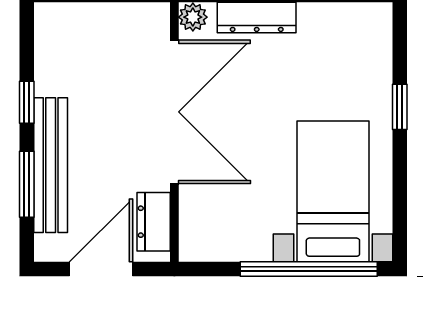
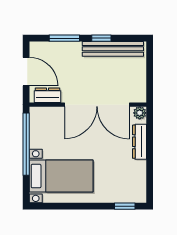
window: (400, 107) -> (125, 206), moved
bench: (51, 165) -> (113, 49), moved
window: (309, 269) -> (26, 144), moved

